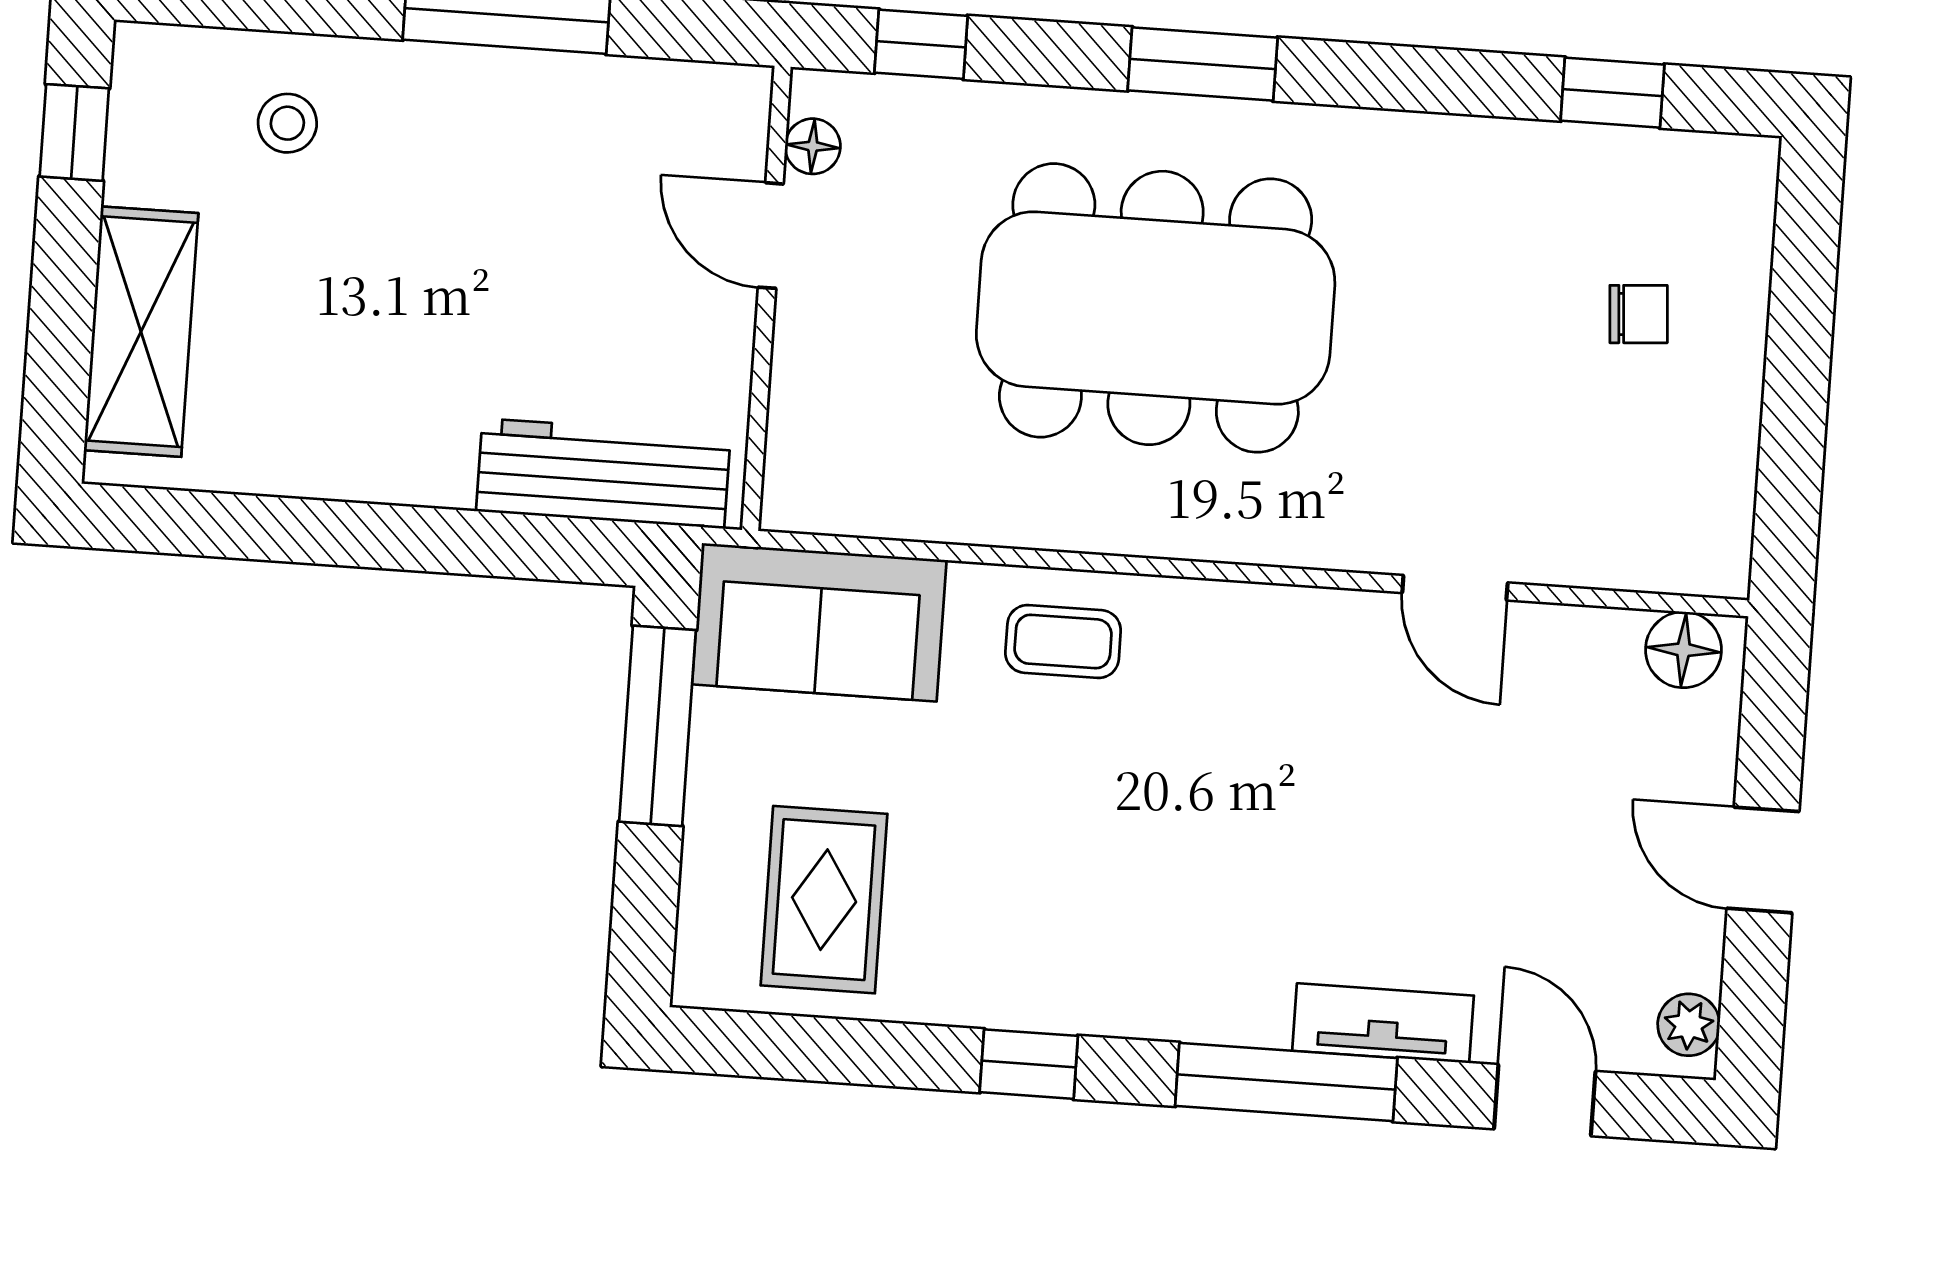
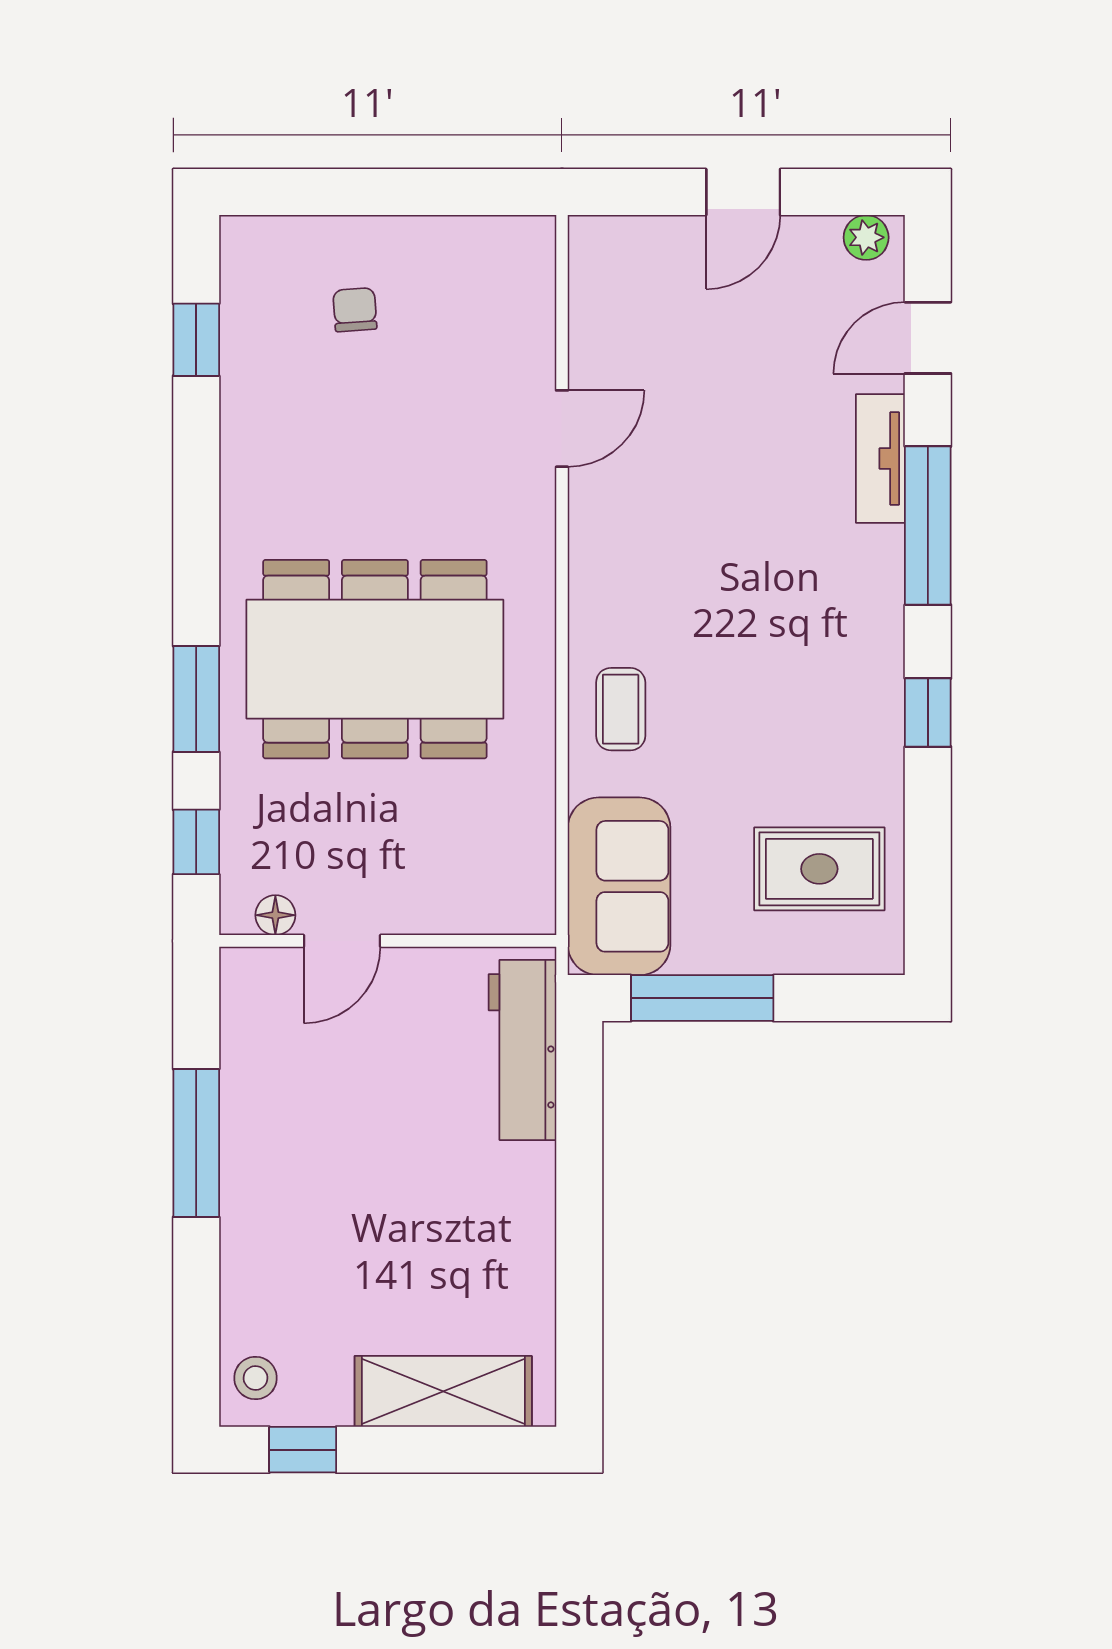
window: (1203, 64) -> (196, 699), moved
stool: (287, 123) -> (255, 1378), moved
dining table: (1156, 308) -> (375, 659), turned 90
floor lamp: (1683, 650) -> (595, 260), removed

